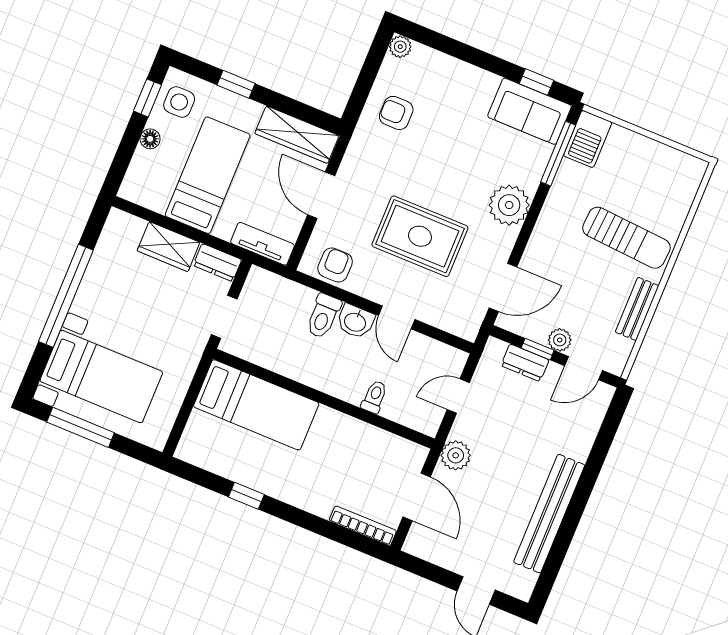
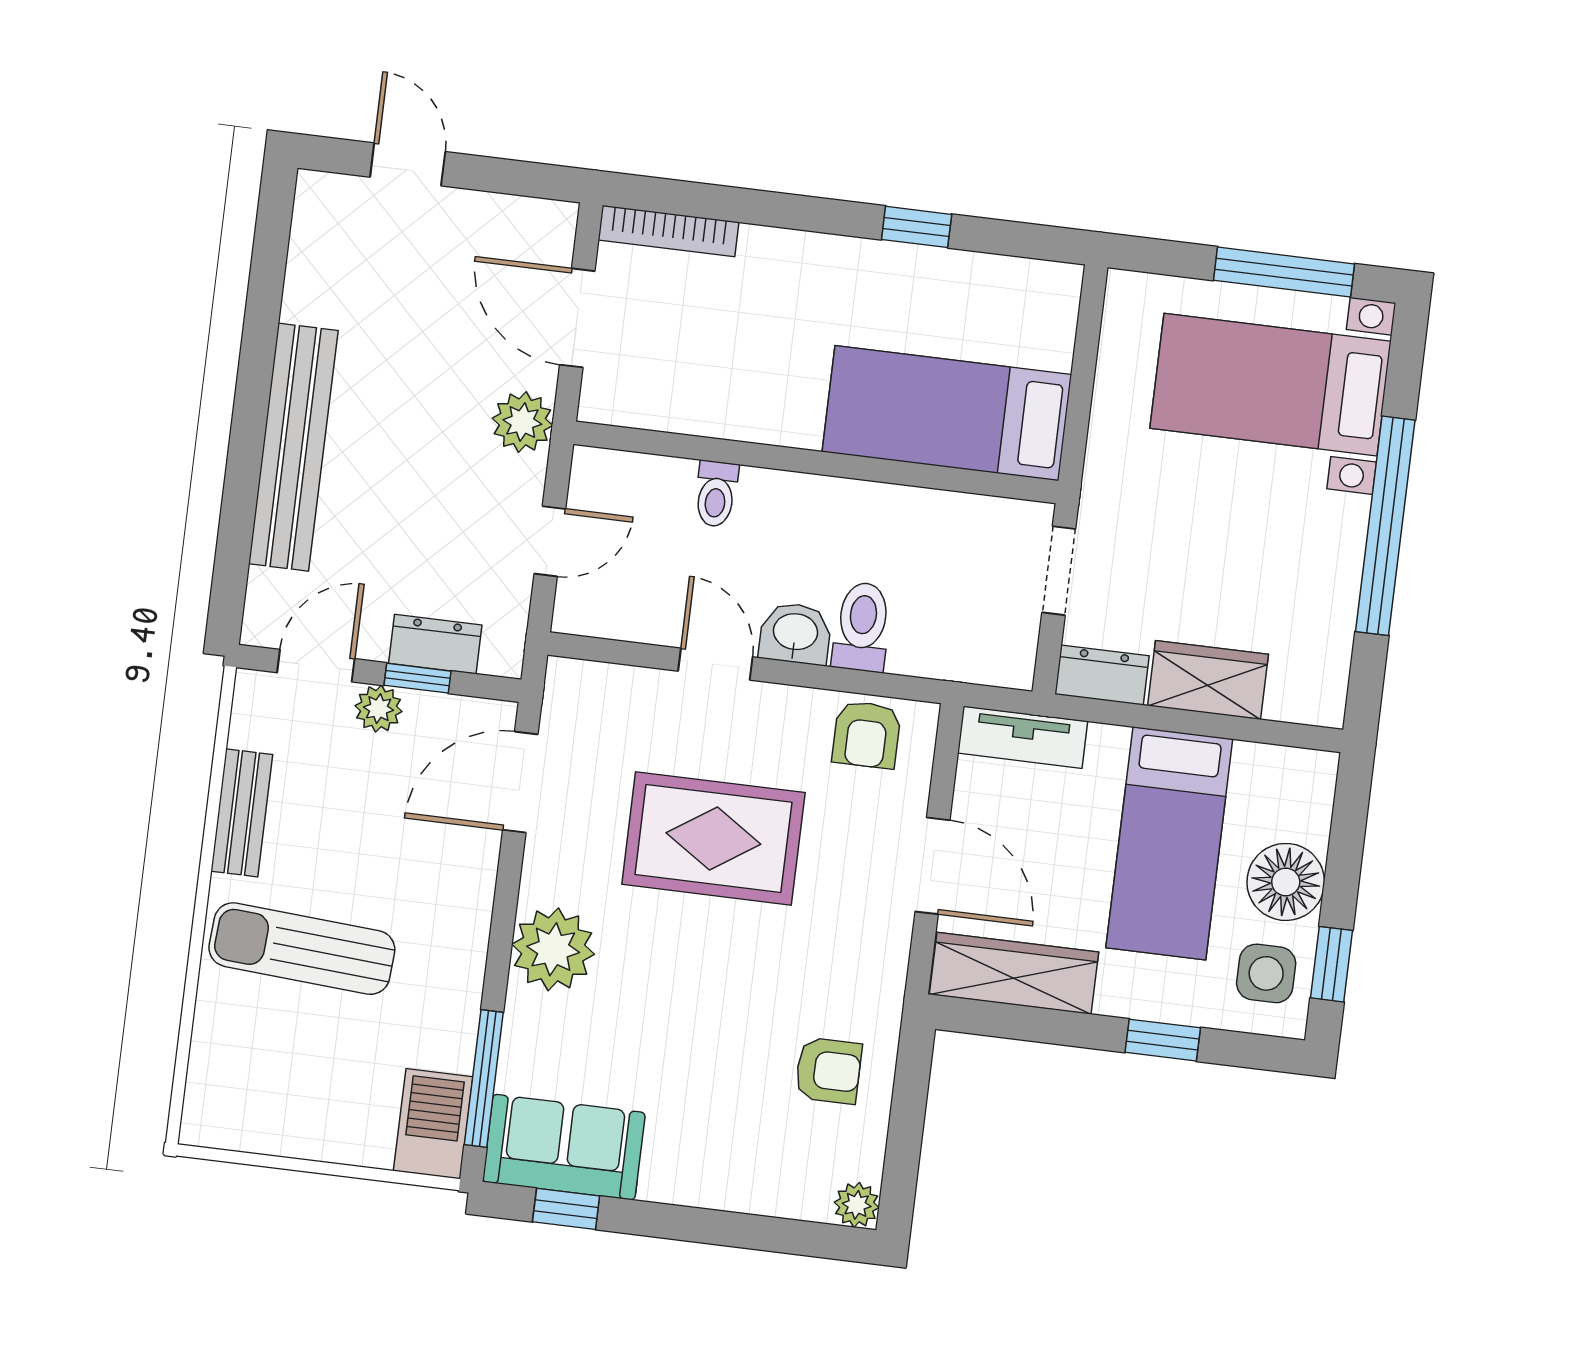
floor lamp: (150, 139) -> (1286, 882), width x1.89, depth x1.89
bench: (549, 514) -> (293, 447), moved

